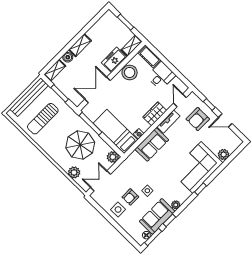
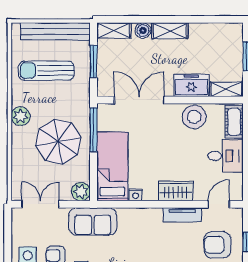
sofa: (152, 144) -> (93, 221), moved
plant: (74, 172) -> (21, 116), moved

